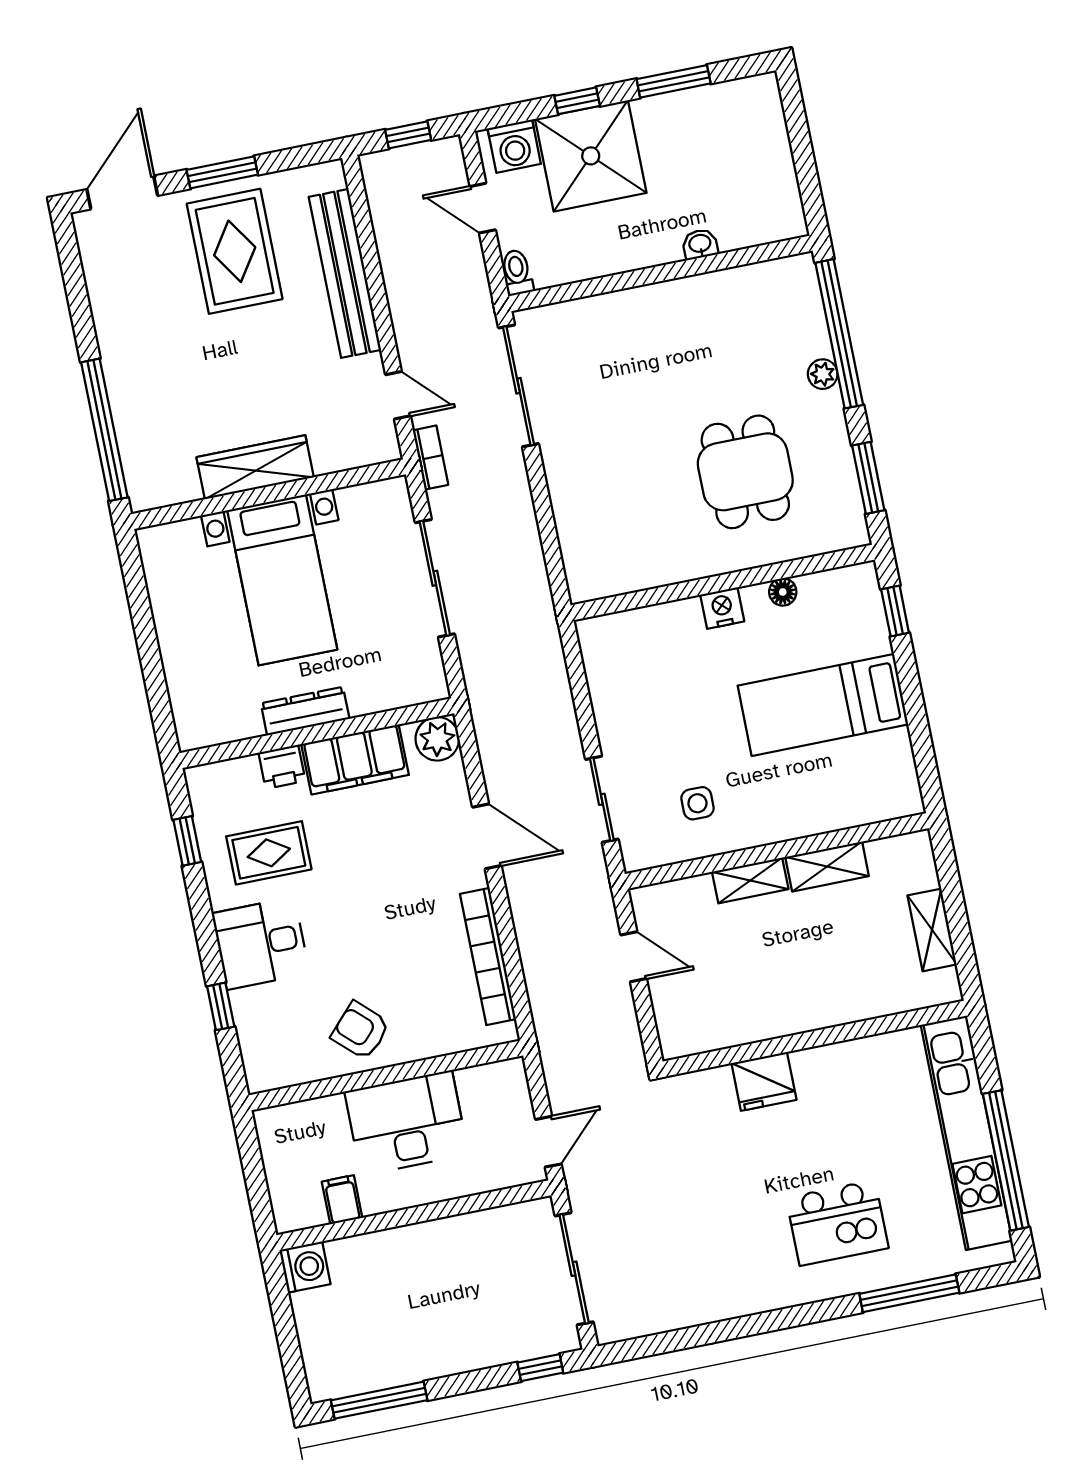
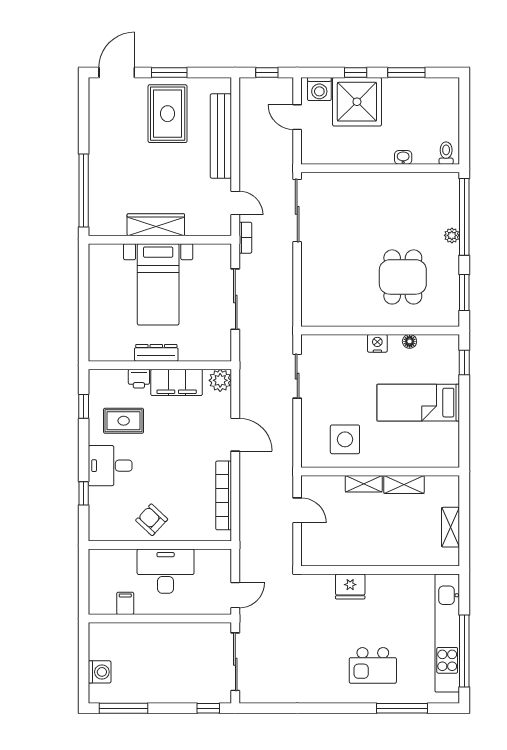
toilet: (517, 272) -> (446, 153), moved
sliding door: (602, 799) -> (297, 376), moved
side table: (697, 803) -> (345, 439), width x1.87, depth x1.87
washing machine: (305, 1267) -> (100, 672), moved

